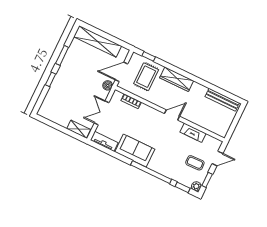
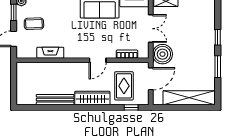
boiler: (108, 85) -> (162, 54), width x1.86, depth x1.86
bench: (222, 100) -> (55, 100), moved
door: (172, 115) -> (98, 60), moved

